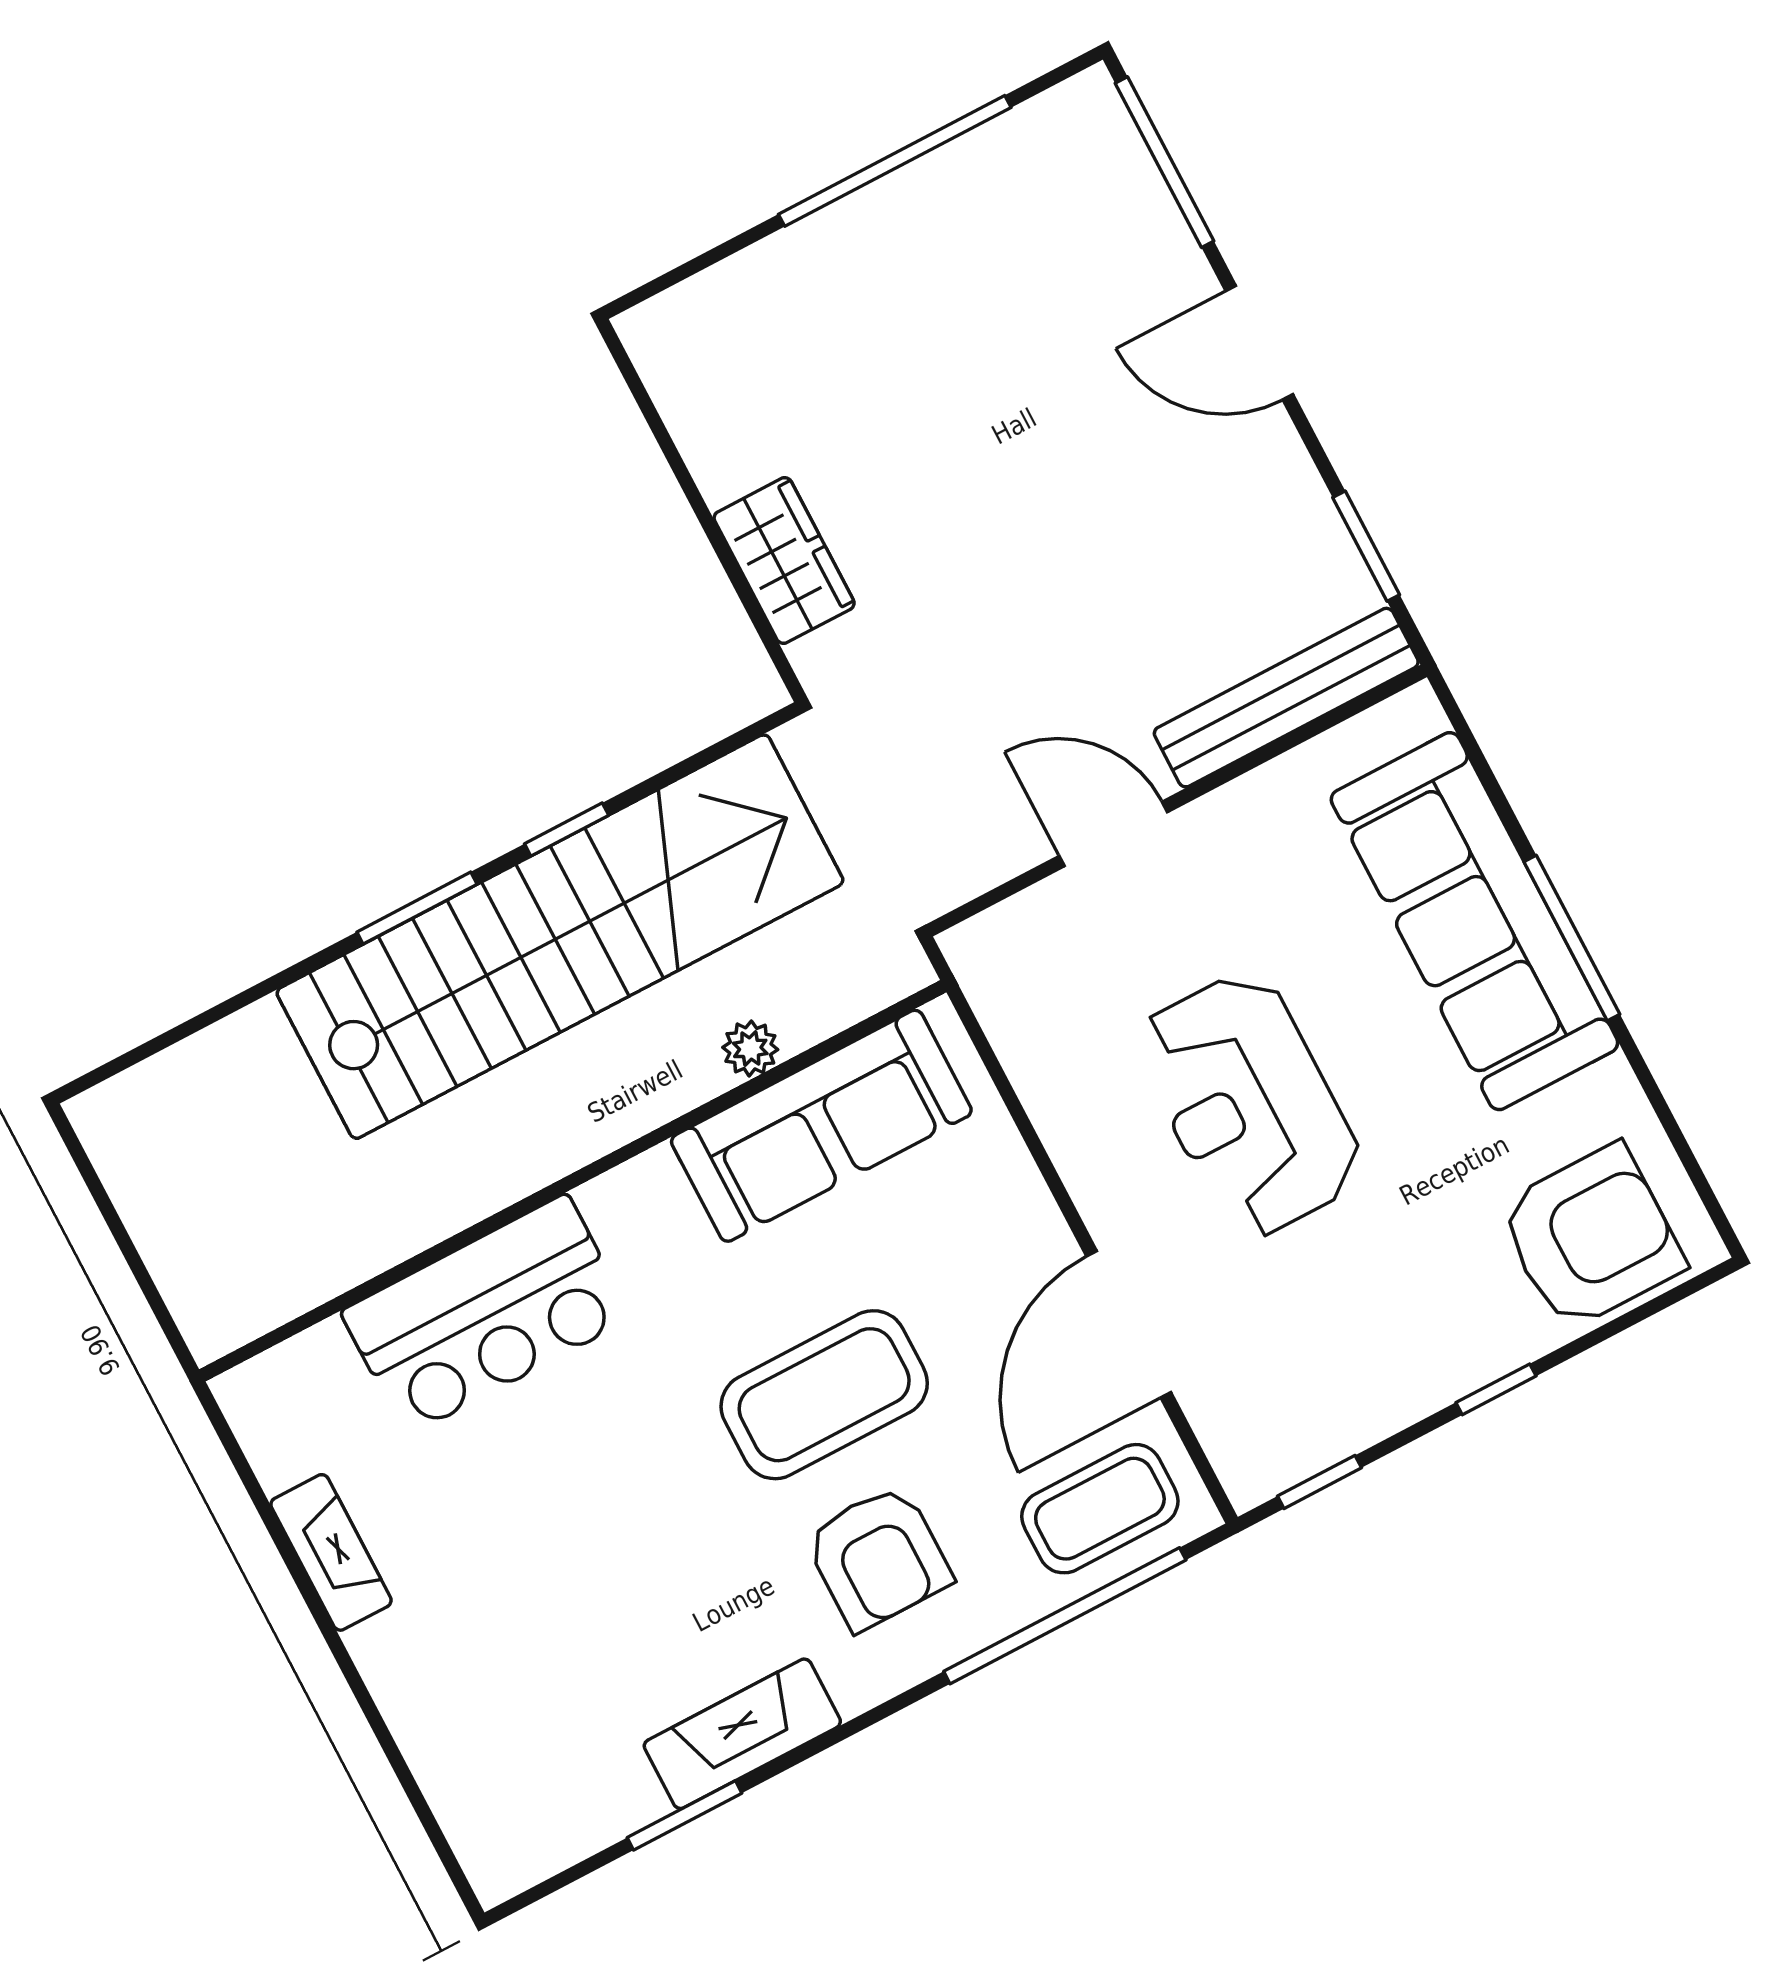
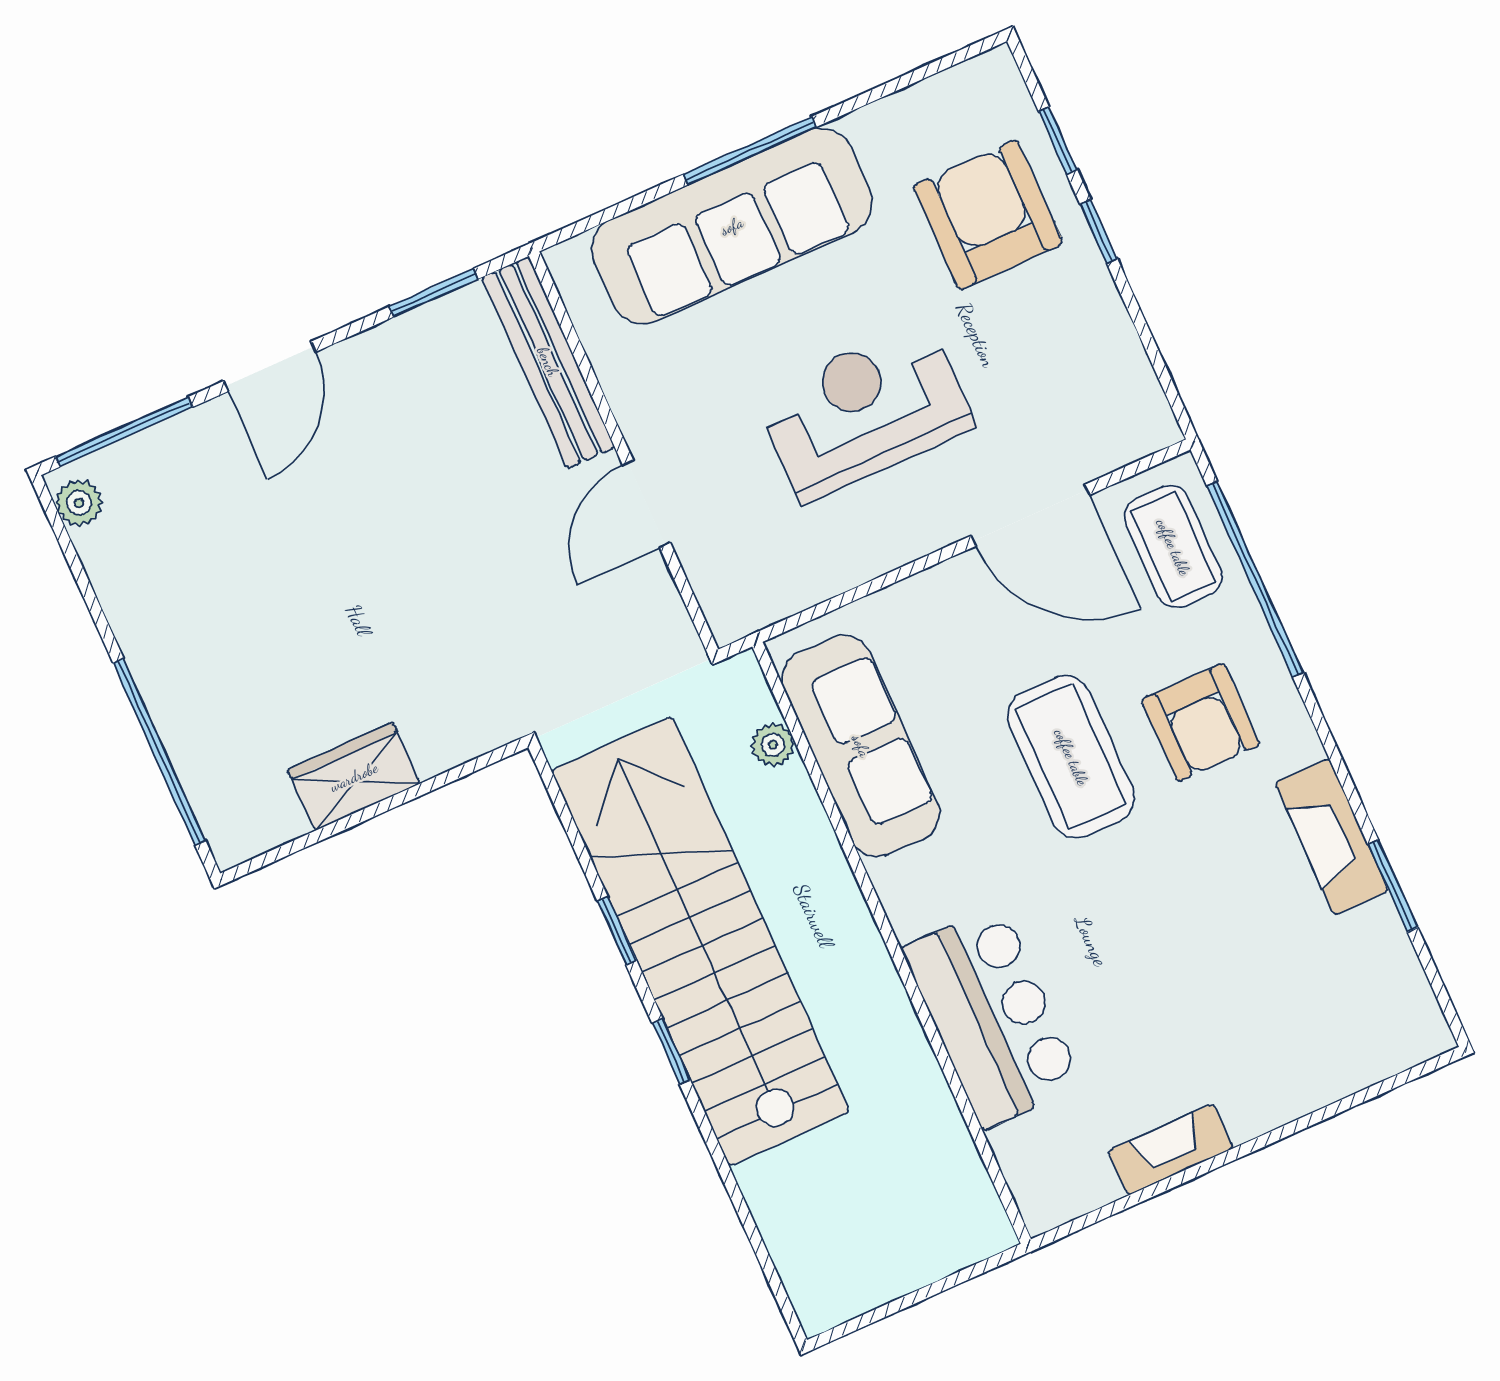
plant: (1070, 110) -> (79, 503), added
window: (895, 161) -> (159, 752), moved
wardrobe: (784, 561) -> (354, 777), moved
window: (417, 908) -> (671, 1052), width x0.67
plant: (750, 1048) -> (773, 745), moved
reception desk: (1249, 1105) -> (865, 411), turned 180
armchair: (1591, 1237) -> (988, 215), moved
window: (1319, 1482) -> (1058, 140), moved
armchair: (878, 1558) -> (1201, 722), turned 90

